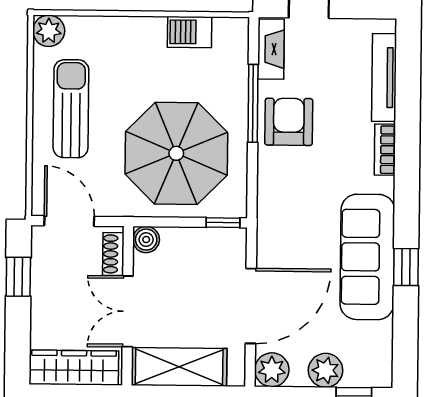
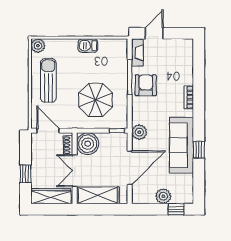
barbecue: (190, 32) -> (88, 46), moved
tv unit: (384, 78) -> (188, 65), removed
parasol: (176, 153) -> (96, 100), width x0.73, depth x0.73
boiler: (146, 240) -> (88, 144), width x1.86, depth x1.86
window: (18, 277) -> (26, 174), moved
plant: (272, 370) -> (139, 132), moved

